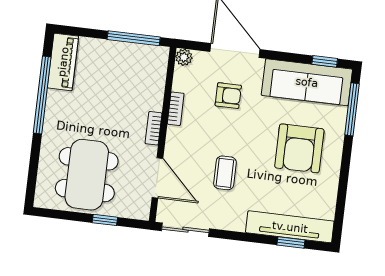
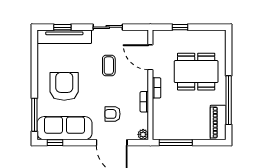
dining table: (87, 175) -> (196, 72), moved, turned 90
sliding door: (185, 230) -> (108, 27), moved

